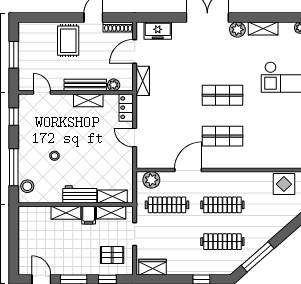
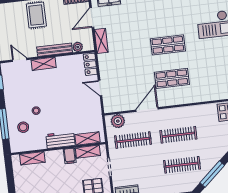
shelving: (88, 100) -> (44, 64), moved
stool: (27, 186) -> (23, 127), moved
shelving: (66, 213) -> (32, 158), moved

